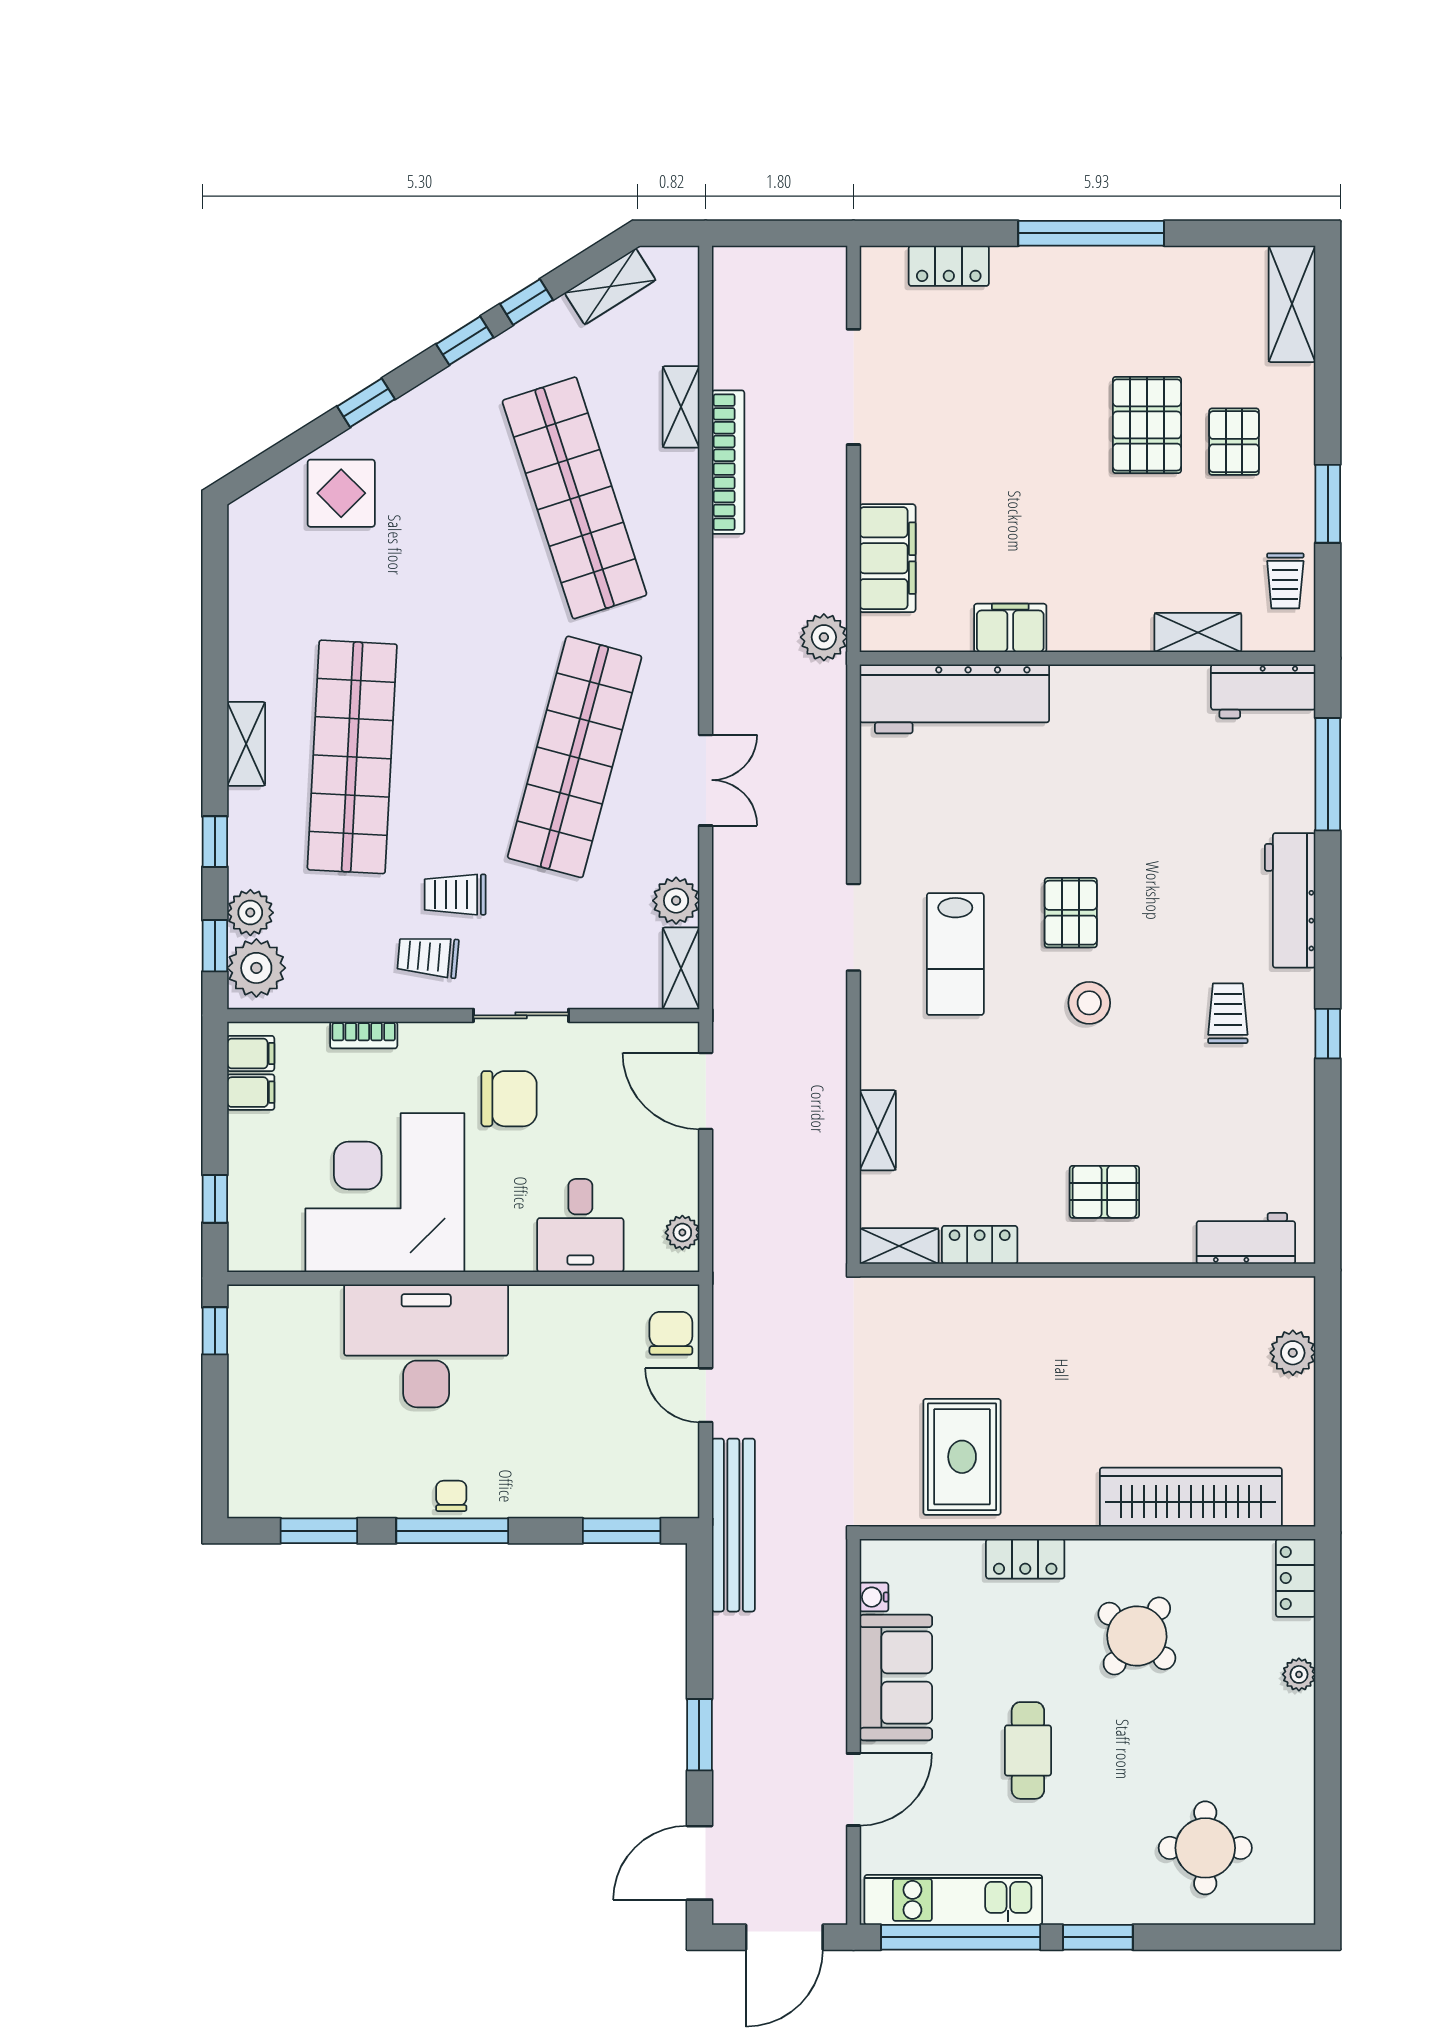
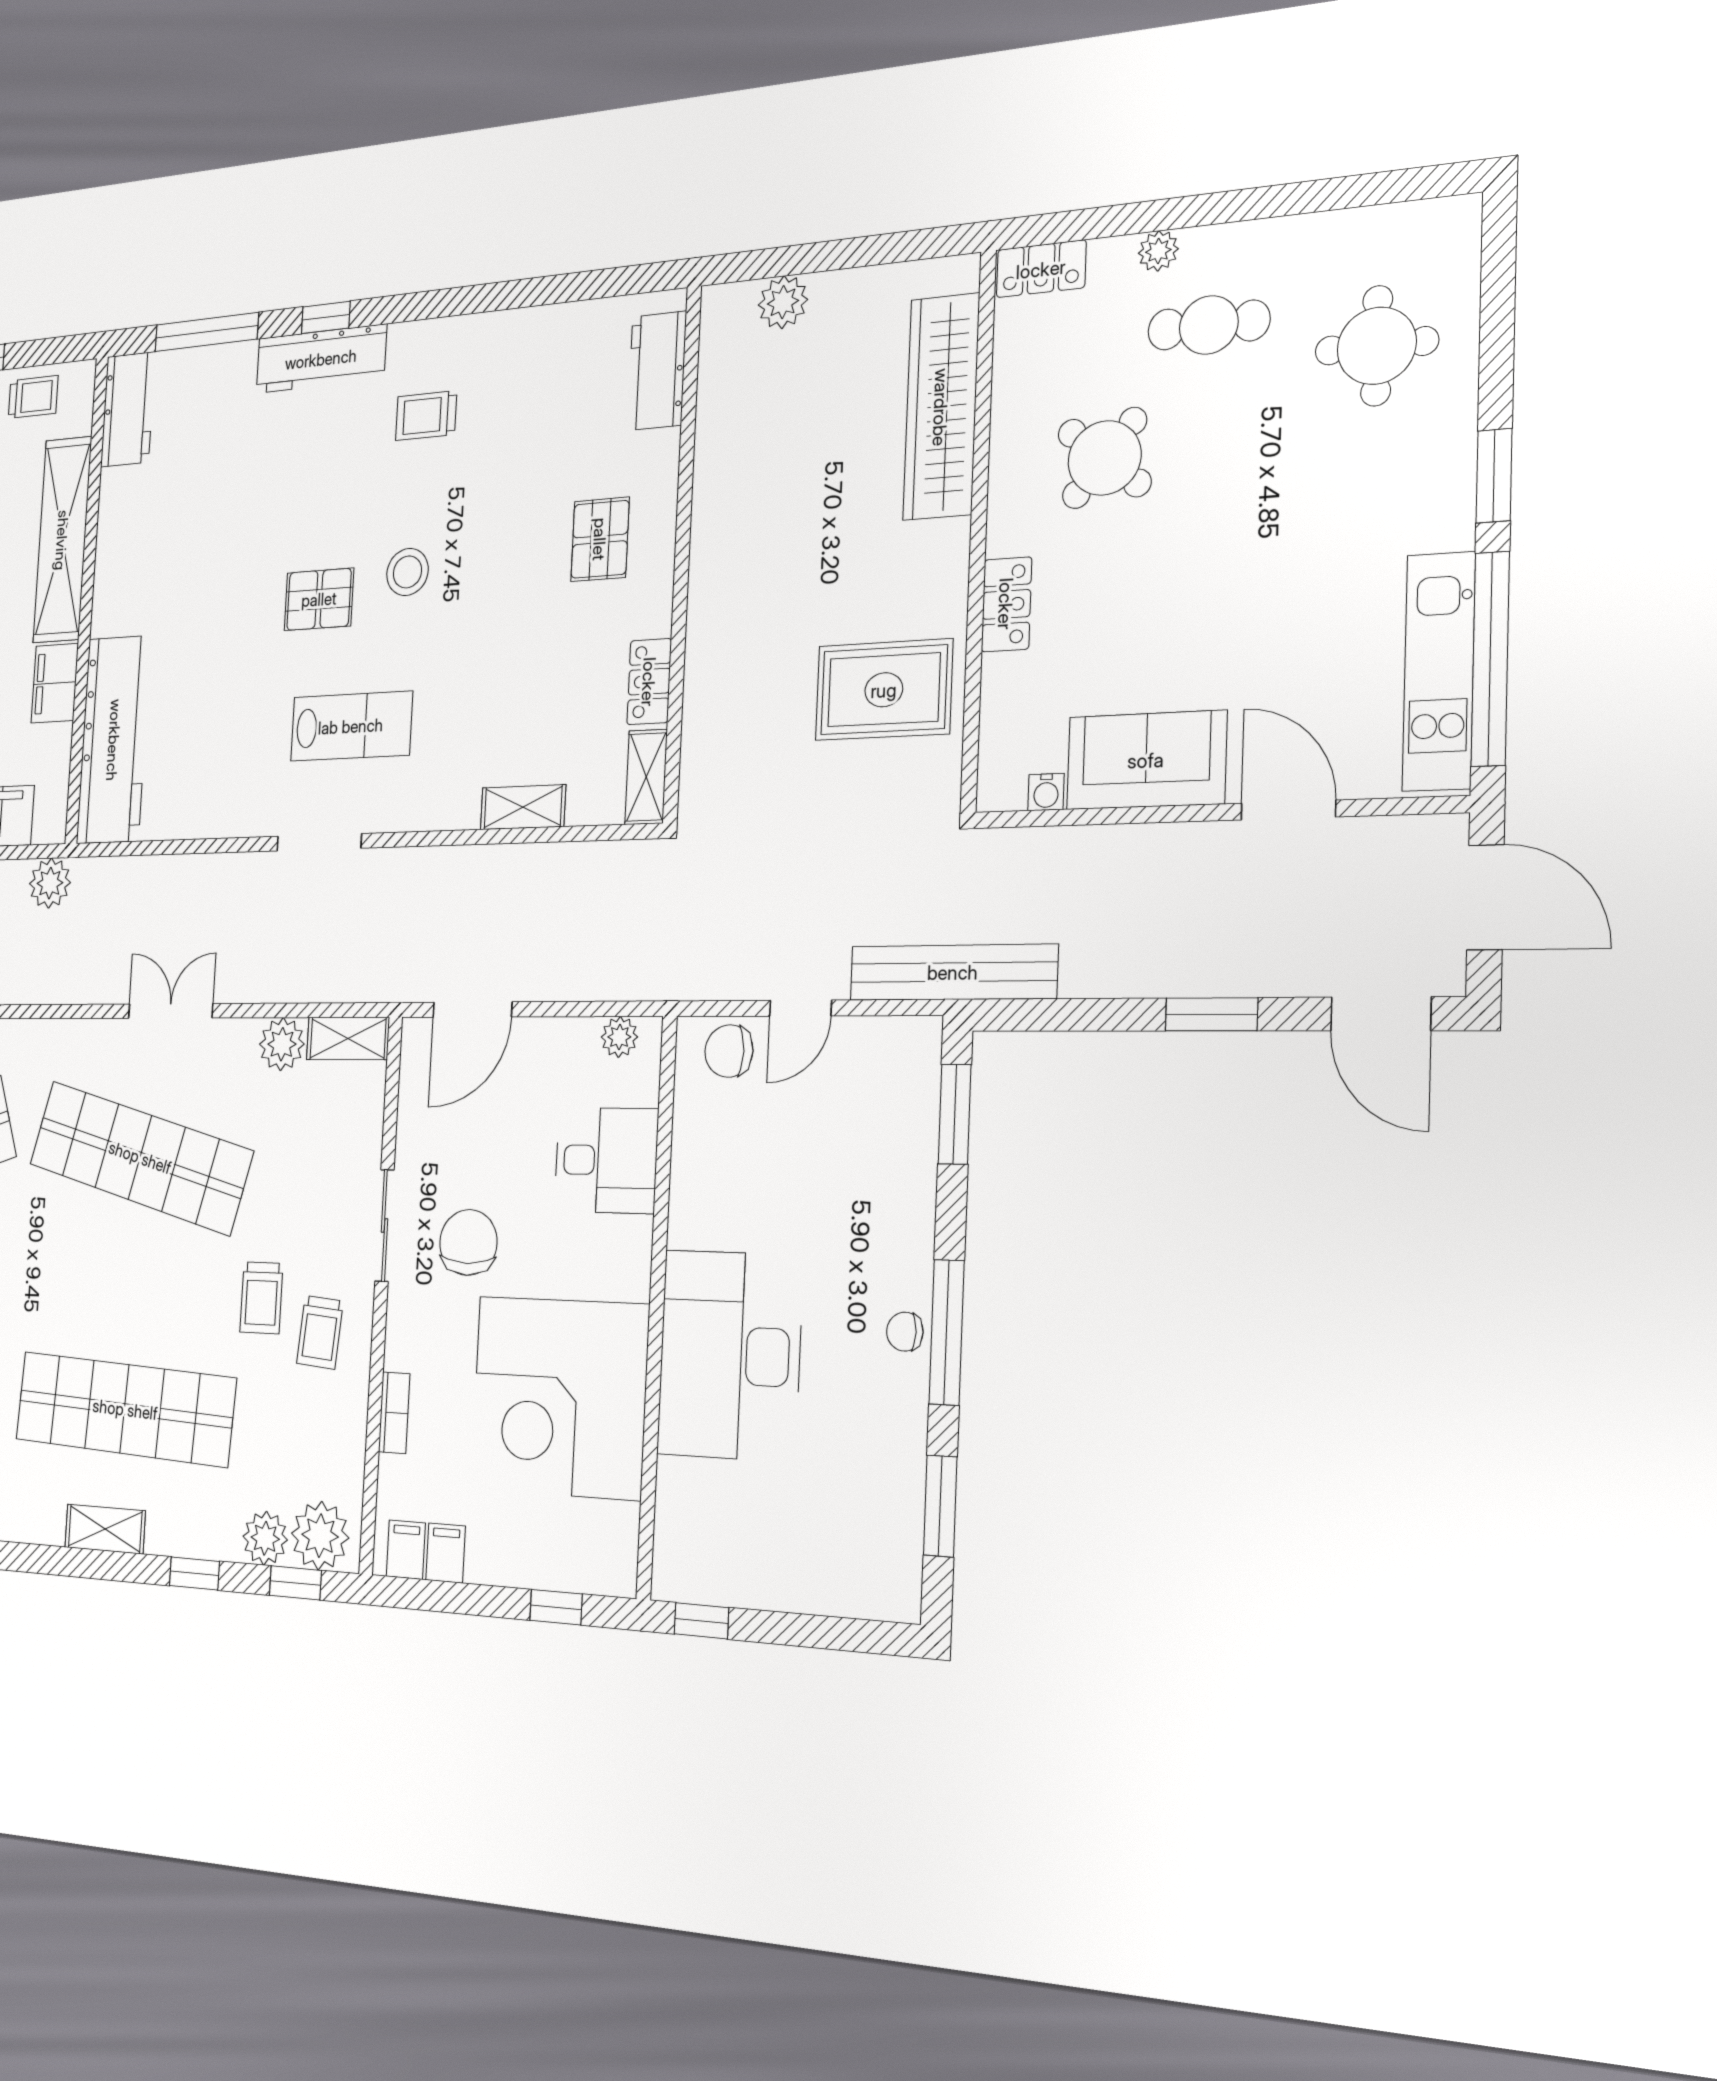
shelving: (1198, 632) -> (62, 540), width x2.20, depth x1.33
window: (1328, 1034) -> (326, 317), moved
cafe table: (1028, 1750) -> (1209, 325), moved

